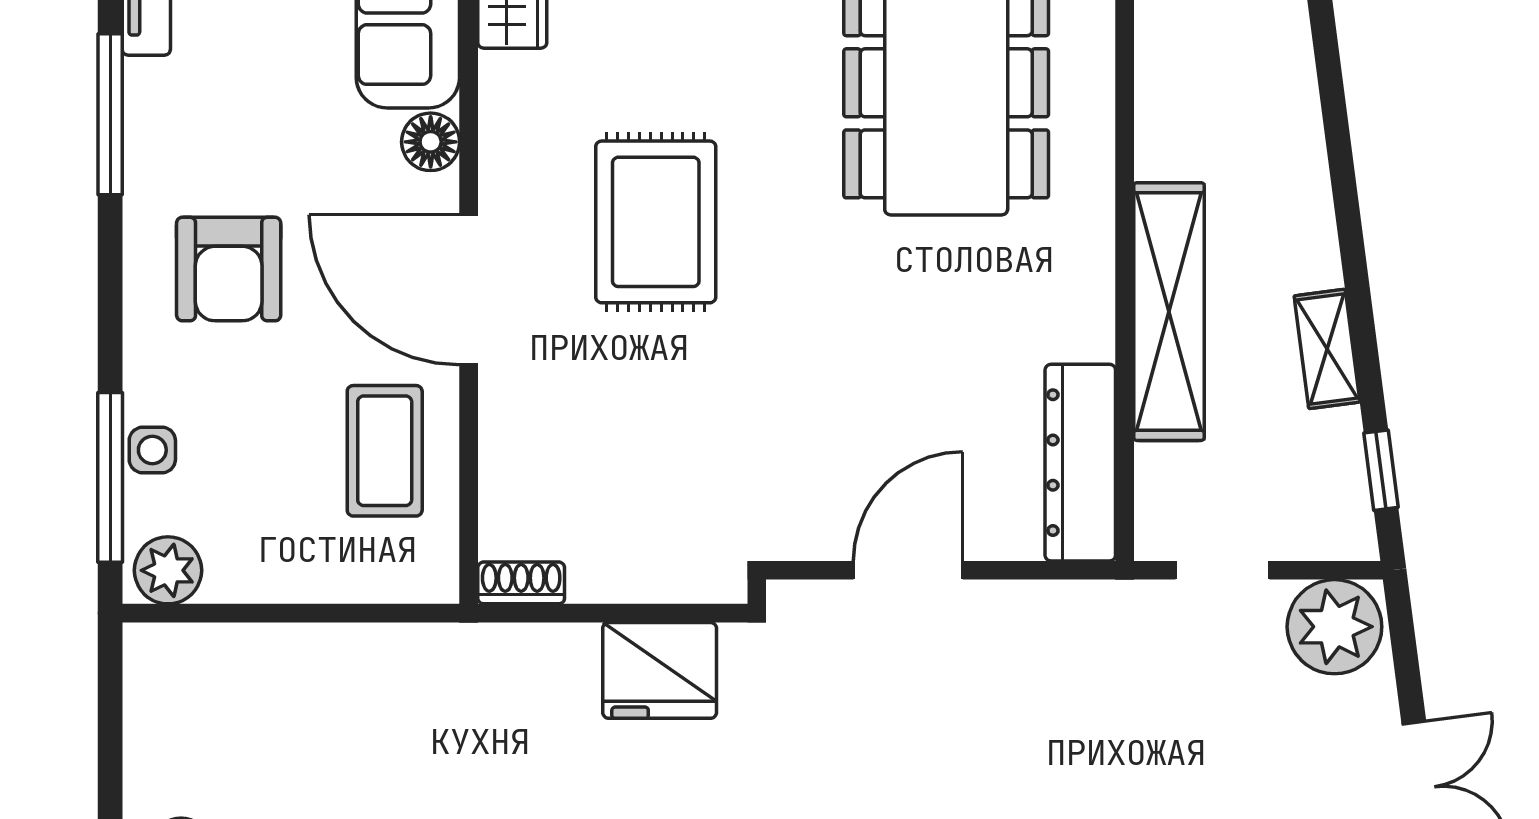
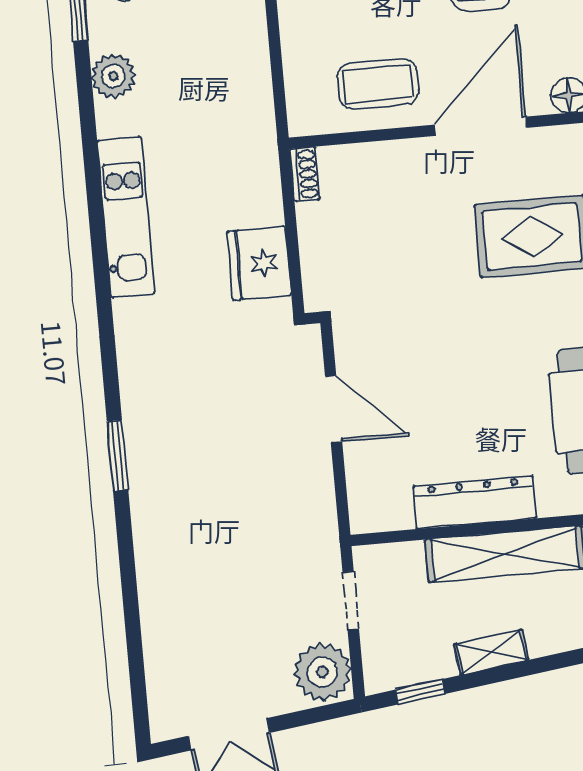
dresser: (1080, 463) -> (474, 502), moved

